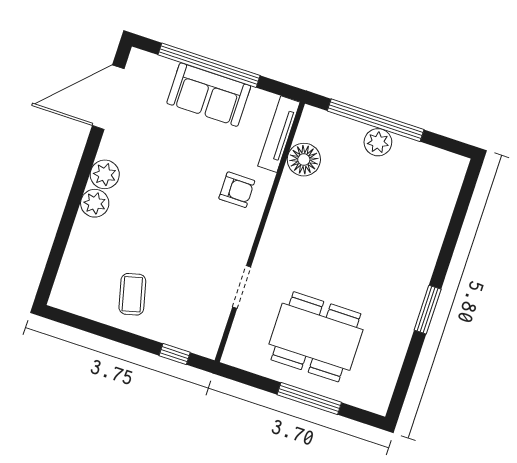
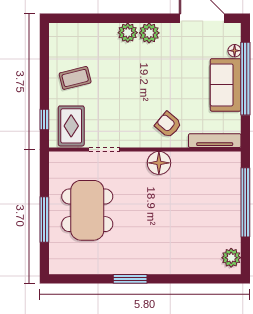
floor lamp: (167, 67) -> (235, 51), added
plant: (378, 142) -> (231, 258), moved
floor lamp: (304, 160) -> (159, 163), moved
armchair: (237, 190) -> (168, 125), turned 130
rug: (195, 321) -> (71, 126), added

